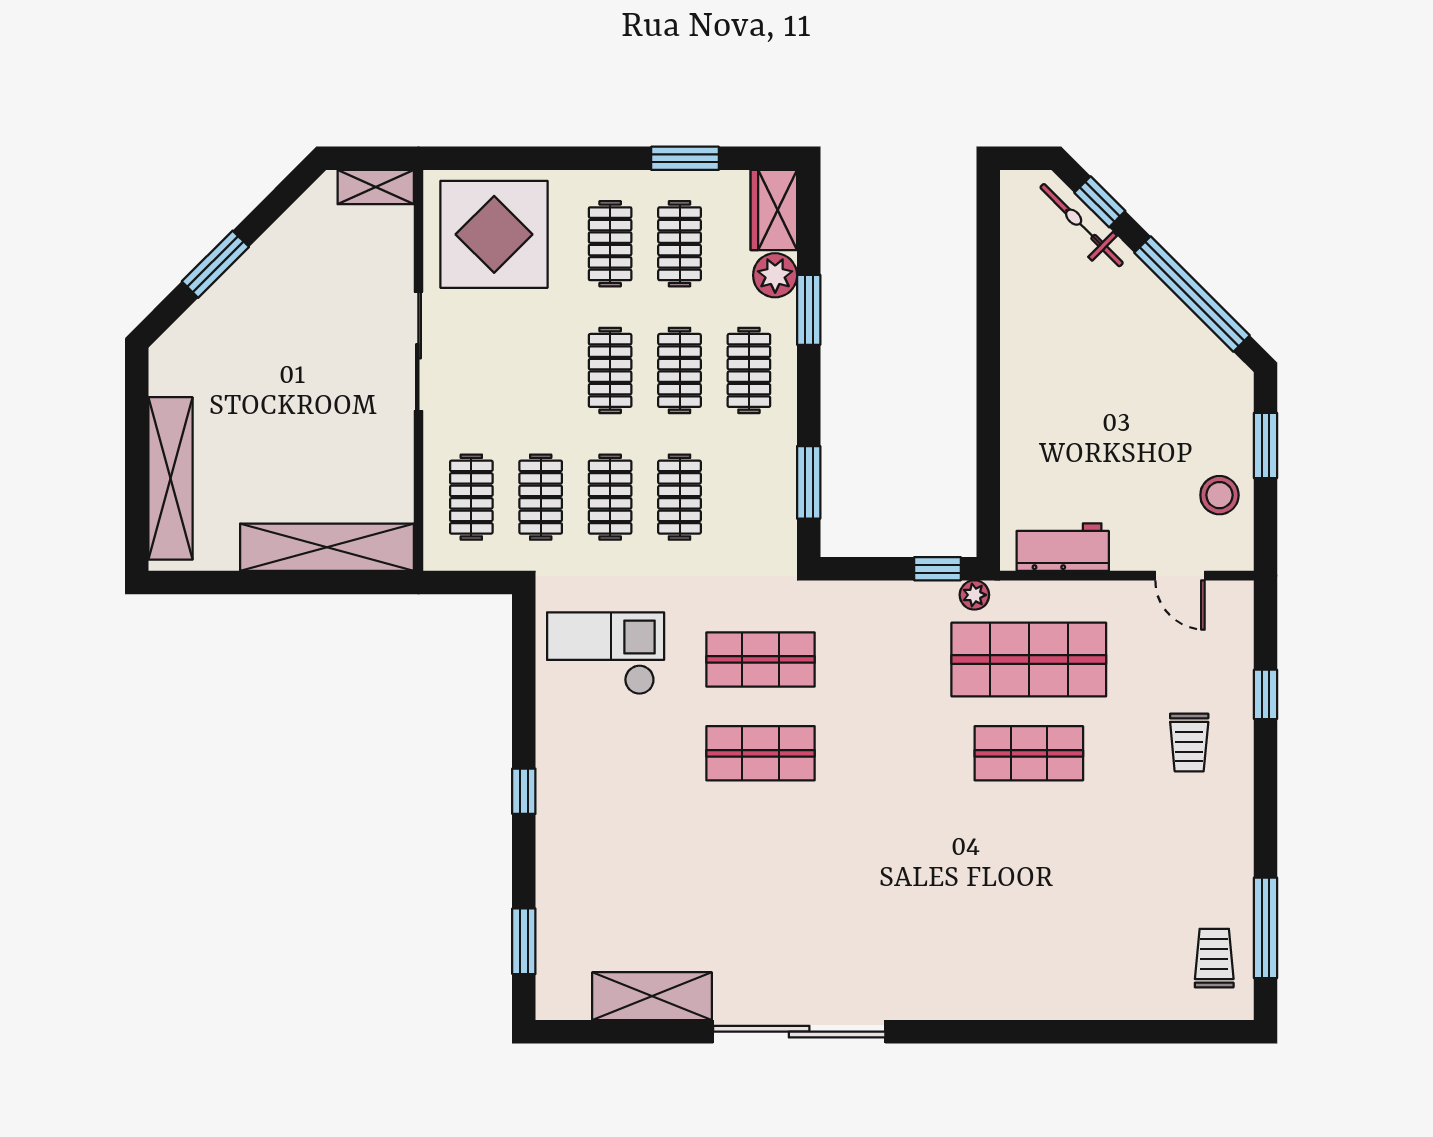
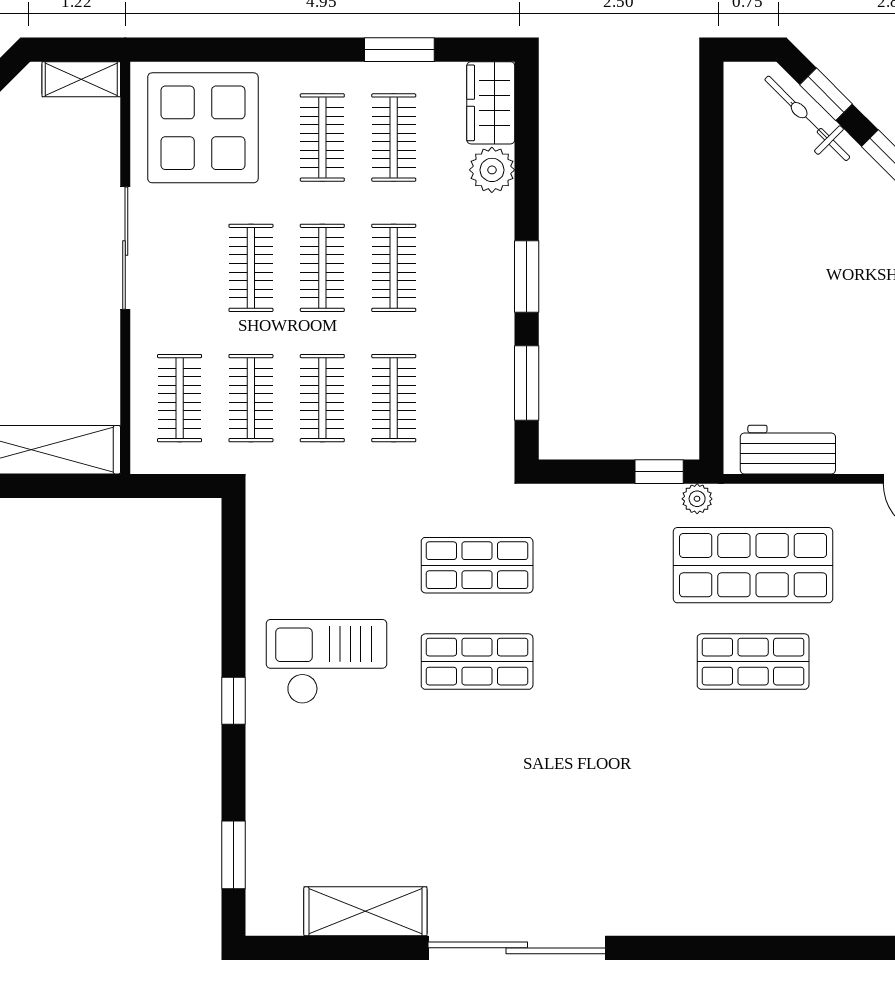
window: (809, 310) -> (527, 276), moved
clothes rail: (749, 370) -> (251, 268), moved
checkout: (606, 653) -> (326, 662), moved

